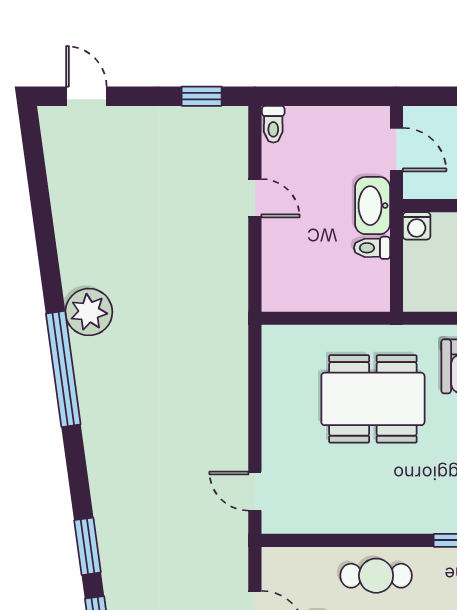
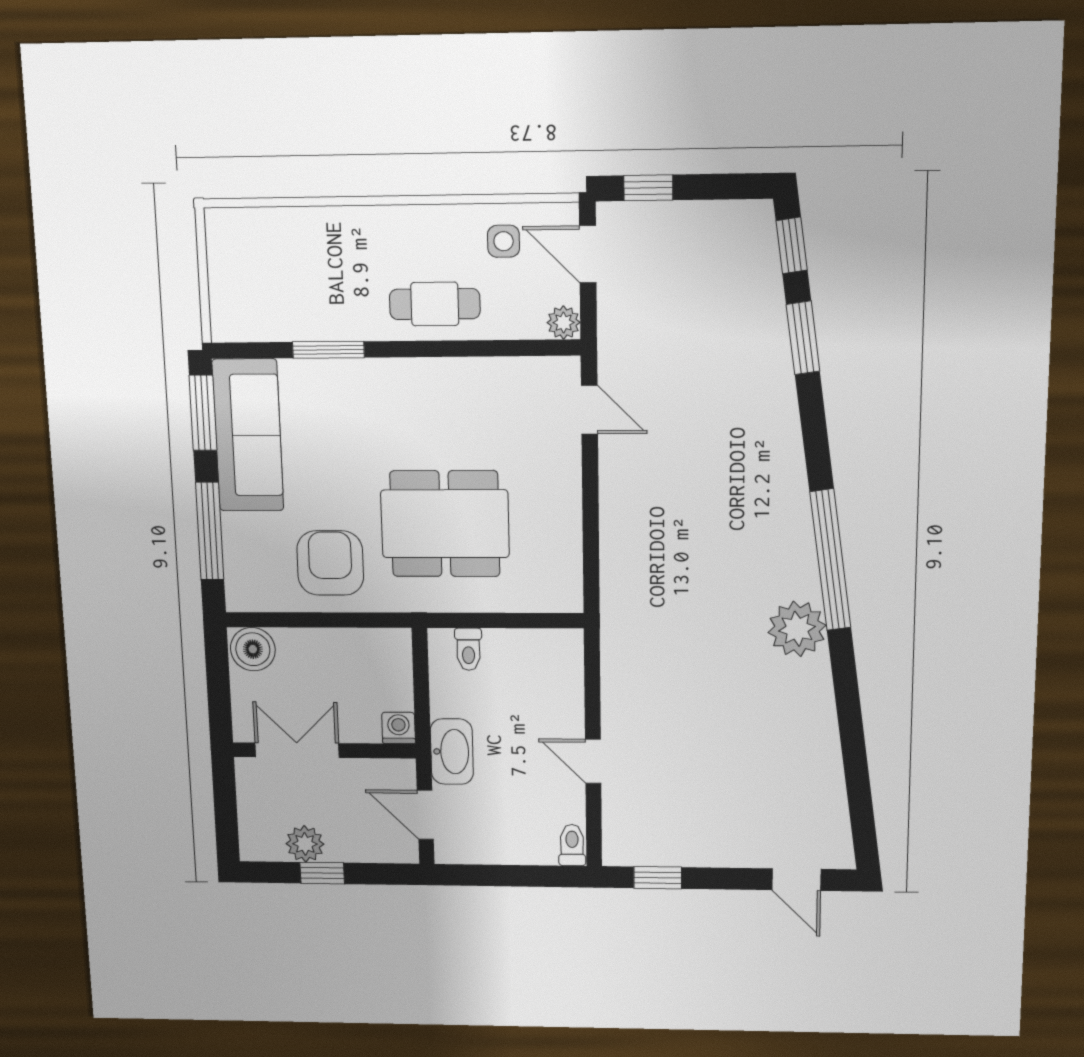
toilet: (372, 248) -> (468, 649), moved, turned 90
plant: (274, 560) -> (564, 323), added

